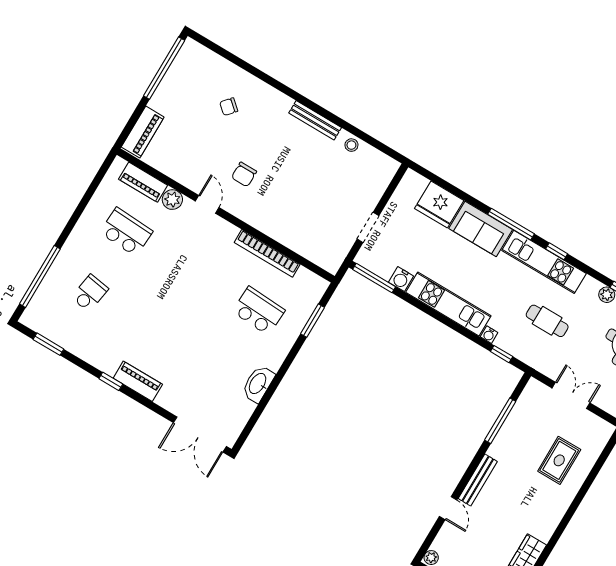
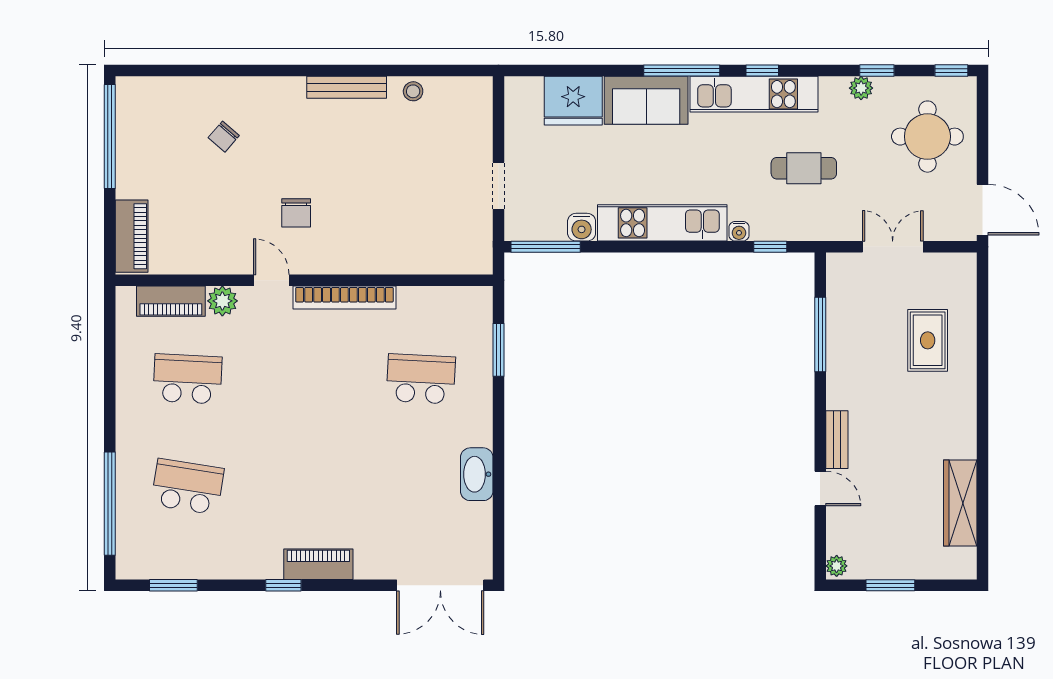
bookcase: (267, 253) -> (344, 298), moved
school desk: (90, 293) -> (187, 487), width x1.85
bench: (478, 480) -> (837, 440), width x0.73

